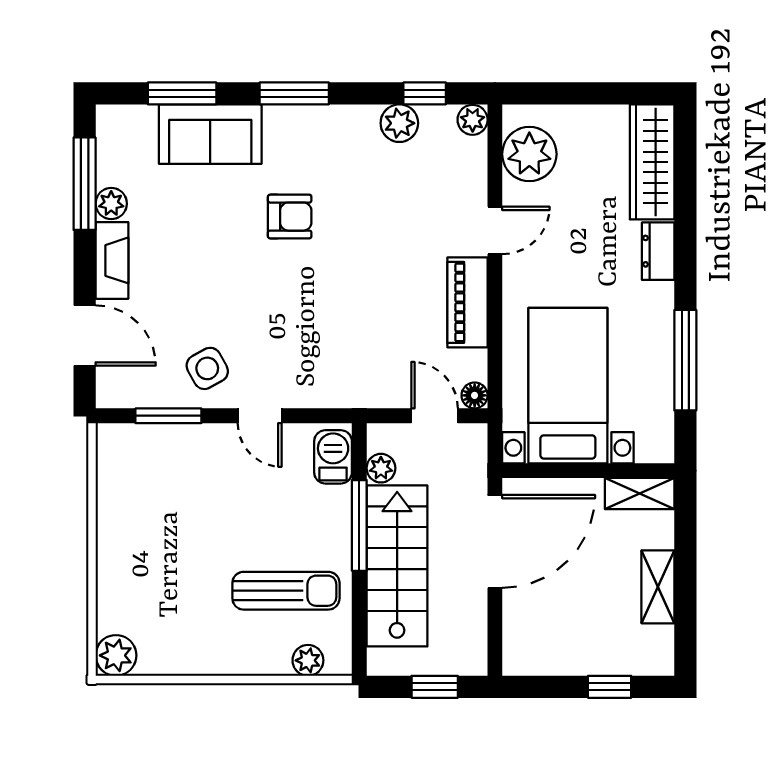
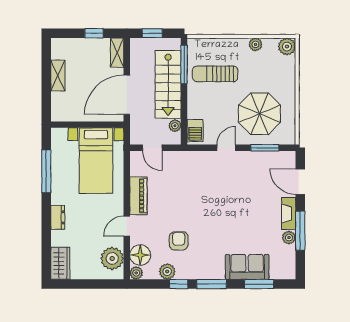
window: (425, 93) -> (179, 284), moved
wardrobe: (652, 162) -> (60, 263), width x0.67
window: (85, 184) -> (300, 231), moved
armchair: (290, 217) -> (179, 241), moved, turned 90
side table: (207, 368) -> (248, 168), removed
floor lamp: (475, 395) -> (140, 255), moved, width x1.89, depth x1.89
door: (260, 416) -> (226, 148), hinge flipped
shelving: (640, 494) -> (117, 53), moved, turned 90
parasol: (181, 496) -> (259, 114), added
window: (359, 525) -> (184, 64), moved
plant: (308, 660) -> (255, 44), moved
window: (610, 687) -> (94, 33), moved

